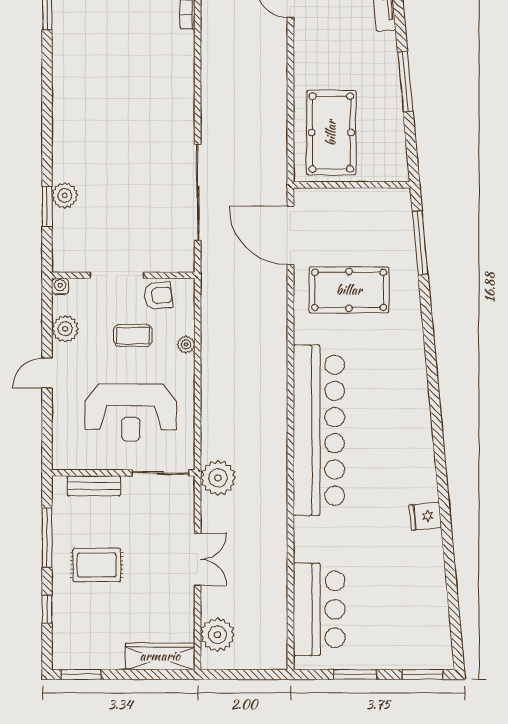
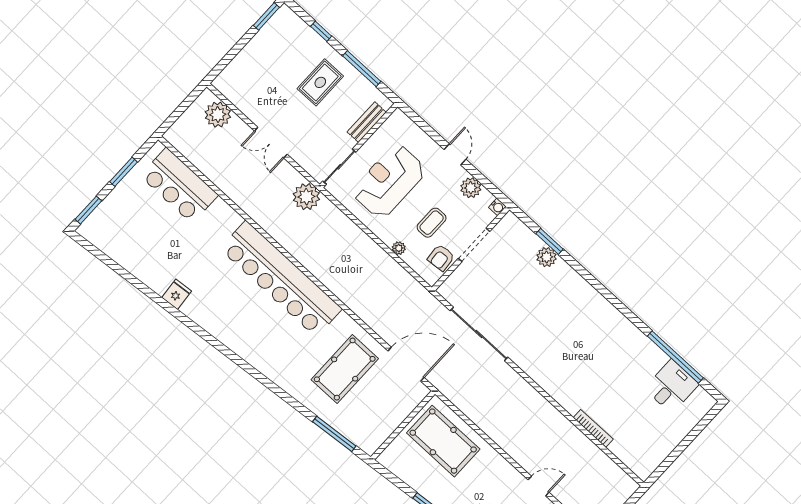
wardrobe: (160, 656) -> (235, 71), removed

